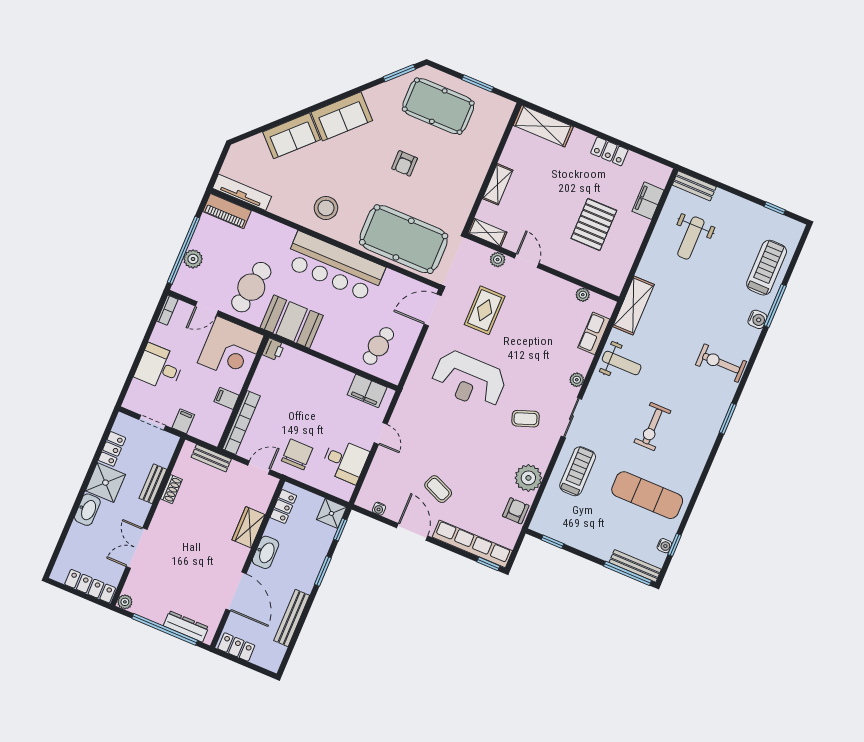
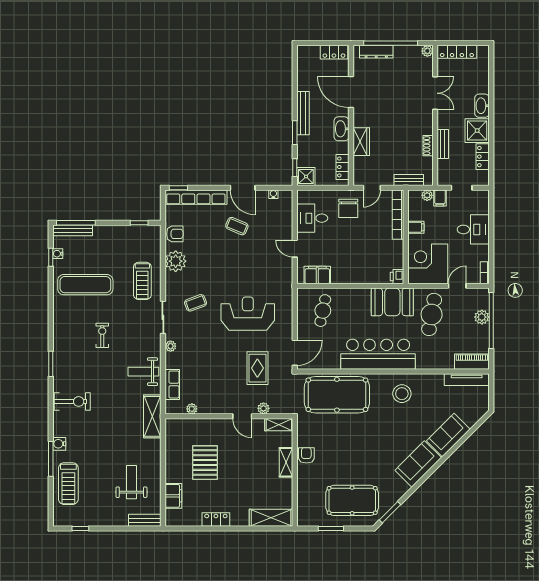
armchair: (405, 163) -> (306, 455), moved
exercise bike: (652, 427) -> (102, 335), width x0.73, depth x0.72
plant: (197, 431) -> (427, 195), added
armchair: (516, 511) -> (175, 234), turned -90
bench: (292, 618) -> (303, 113), moved

